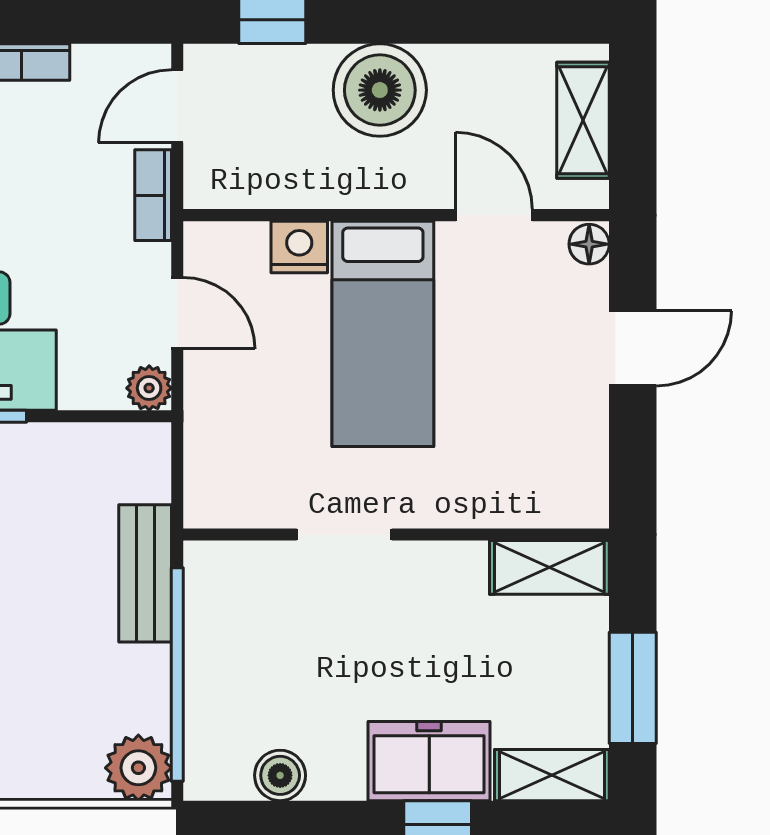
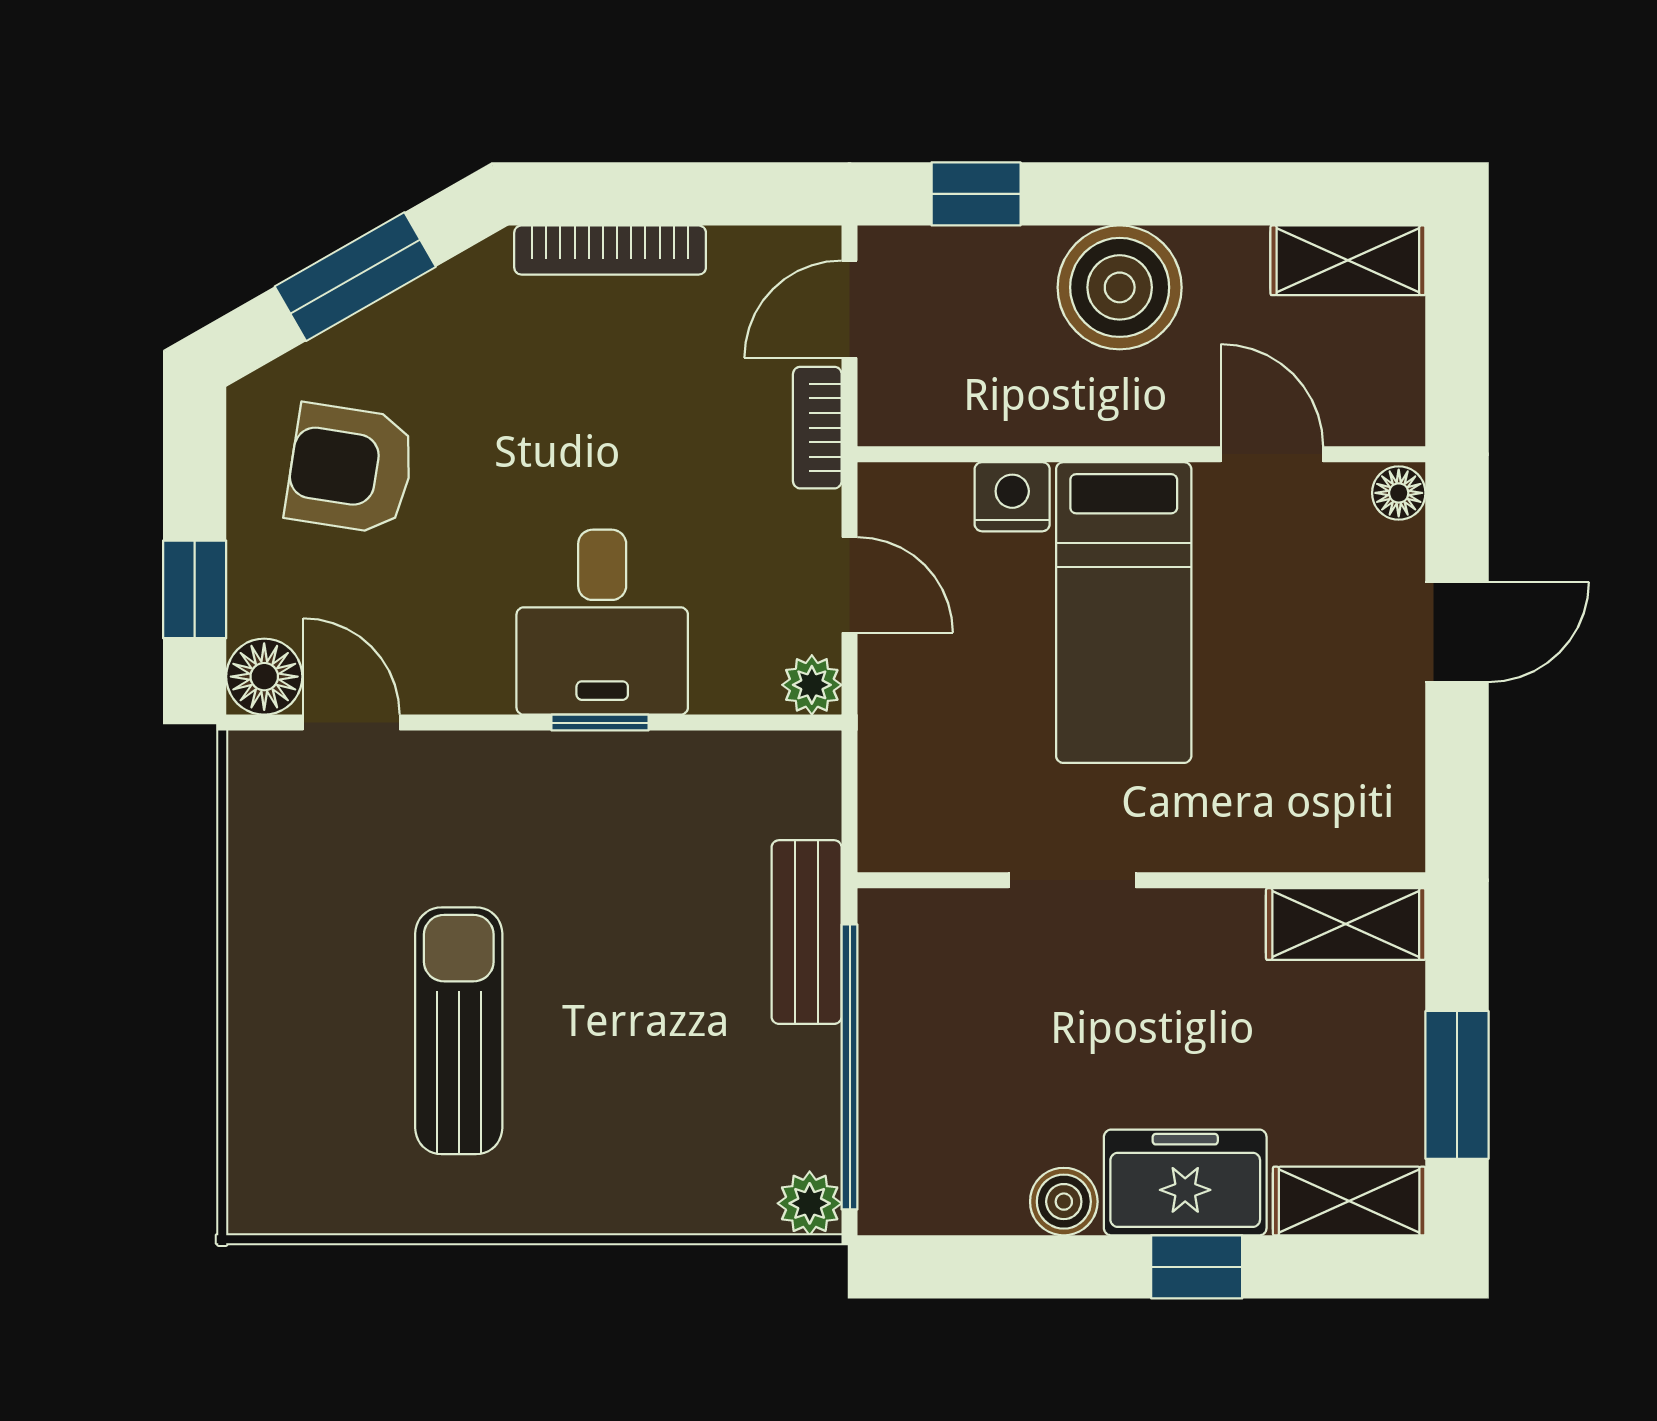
shelving: (583, 120) -> (1348, 260), moved, turned 90
plant: (138, 768) -> (810, 1203), width x0.73, depth x0.73
boiler: (280, 775) -> (1064, 1202), moved

